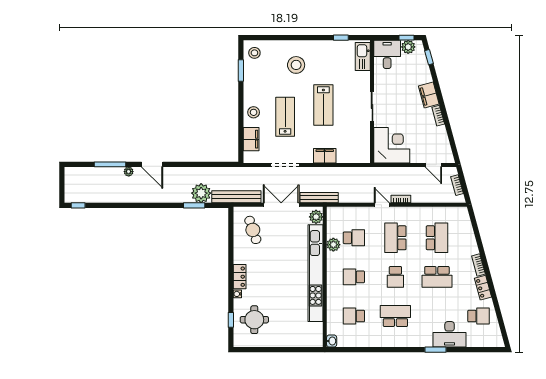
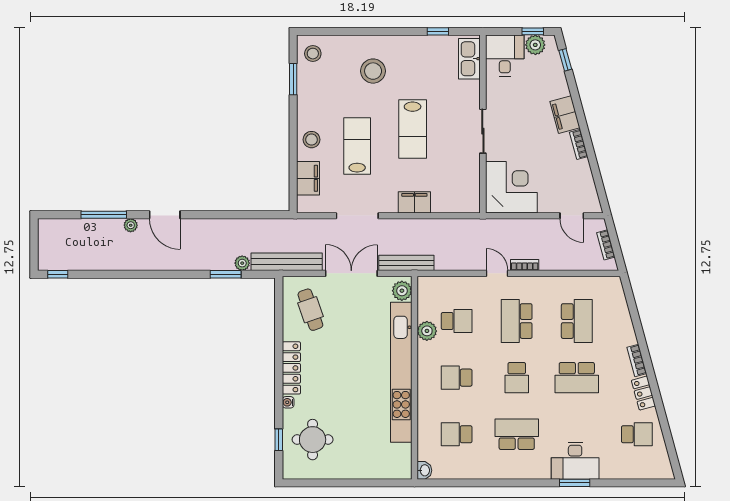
plant: (201, 193) -> (242, 263), width x0.53, depth x0.53
locker: (240, 277) -> (291, 368), width x1.53
desk: (450, 334) -> (575, 461), moved

